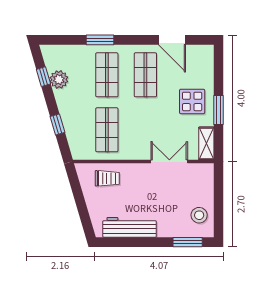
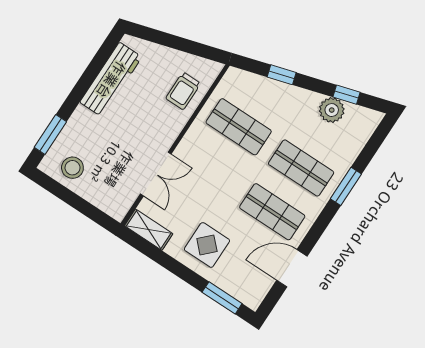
window: (218, 110) -> (222, 298), moved

